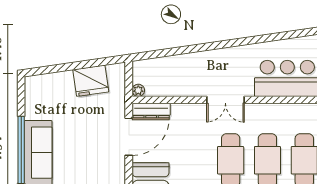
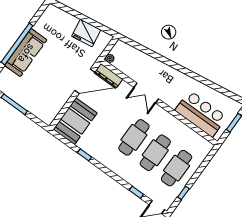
double door: (225, 100) -> (146, 93), moved

